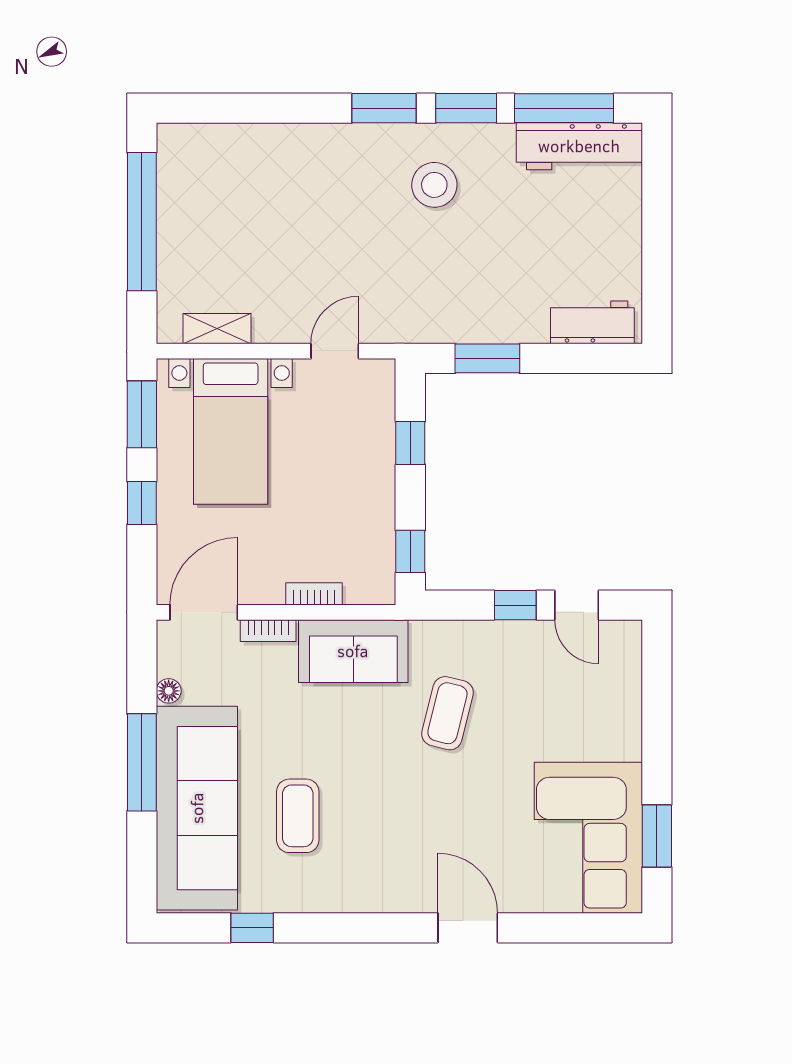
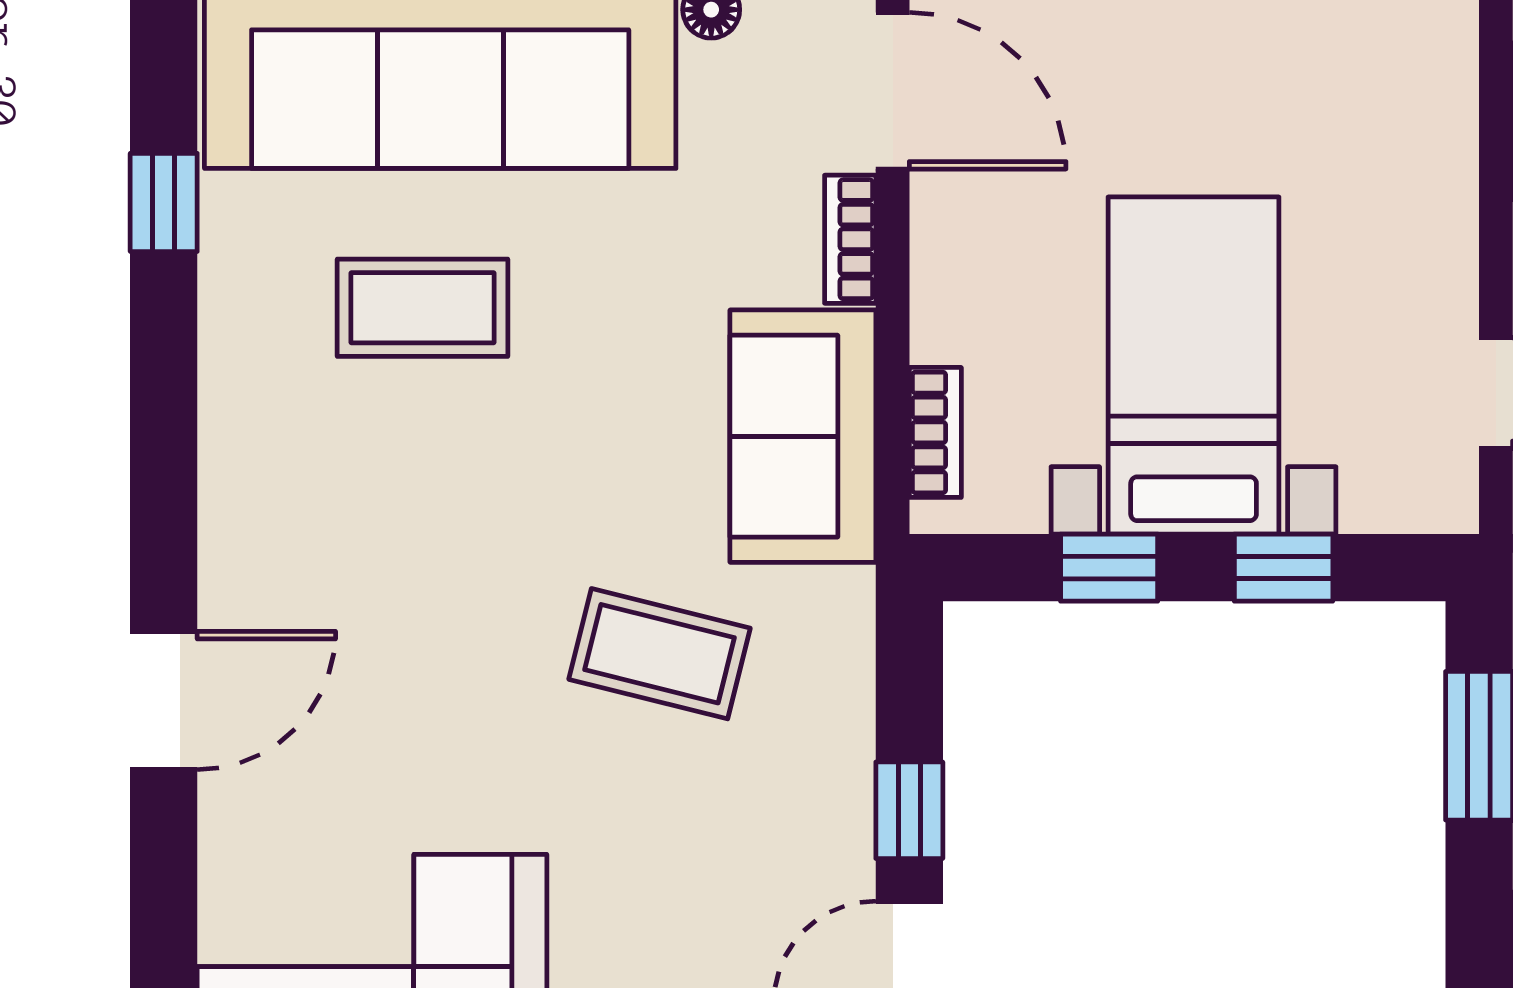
bed with nightstands: (231, 431) -> (1194, 366), moved, turned 90
window: (410, 551) -> (1109, 568), moved
bookcase: (314, 594) -> (935, 432), moved

